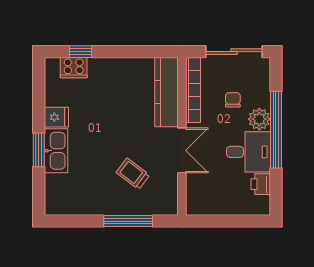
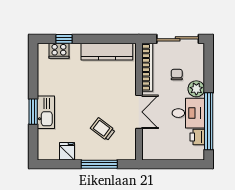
kitchen counter: (166, 92) -> (107, 52), moved, turned -90
fridge: (56, 117) -> (67, 151), moved, turned -90
window: (276, 130) -> (209, 121), moved

